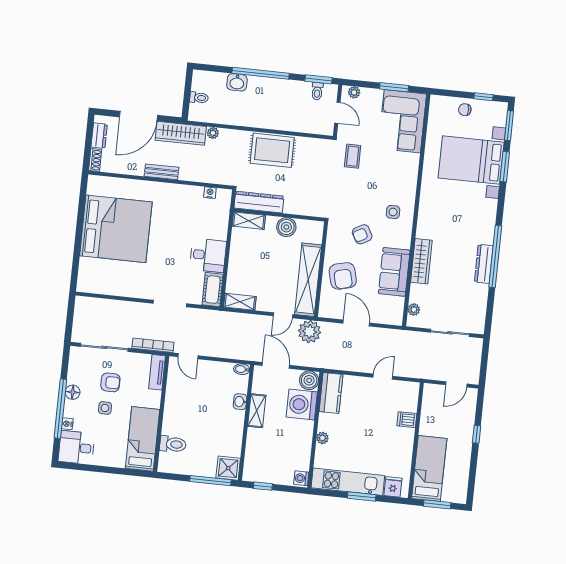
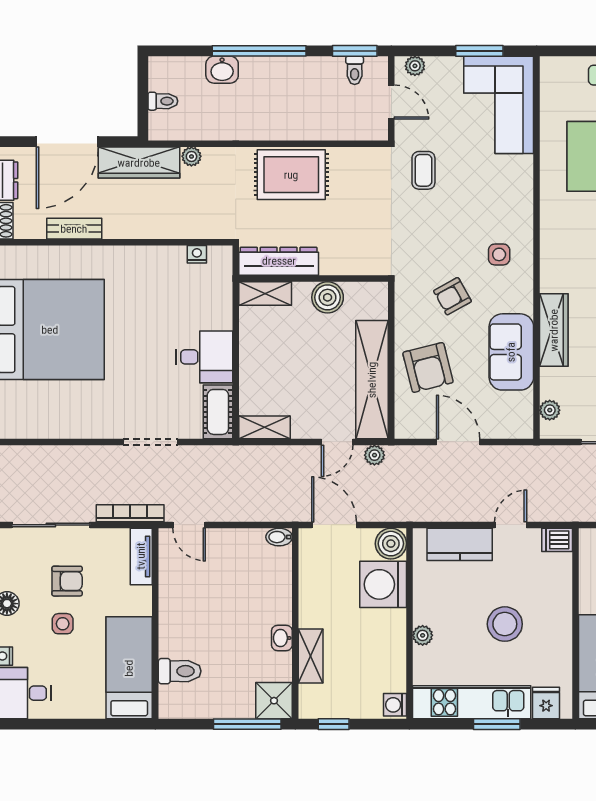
bench: (162, 172) -> (74, 229), moved
plant: (310, 332) -> (374, 455), width x0.53, depth x0.53
kitchen counter: (331, 393) -> (460, 544), moved, turned 90
washbasin: (240, 402) -> (282, 638), moved
shelving: (257, 411) -> (311, 656), moved
dishwasher: (407, 420) -> (557, 540), moved
stool: (373, 436) -> (505, 624), added

